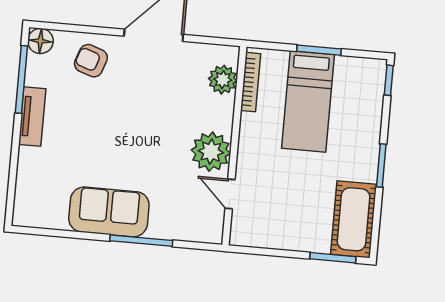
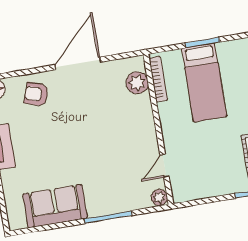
plant: (211, 152) -> (159, 197), moved, width x0.53, depth x0.53
door: (230, 194) -> (165, 166), hinge flipped
sofa: (109, 212) -> (55, 206), moved

